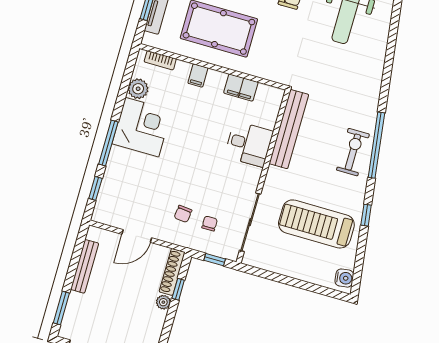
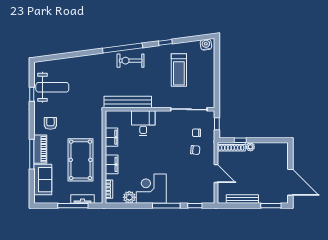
filing cabinet: (198, 75) -> (112, 164), width x2.00
treadmill: (316, 224) -> (179, 70), width x0.73, depth x0.73

